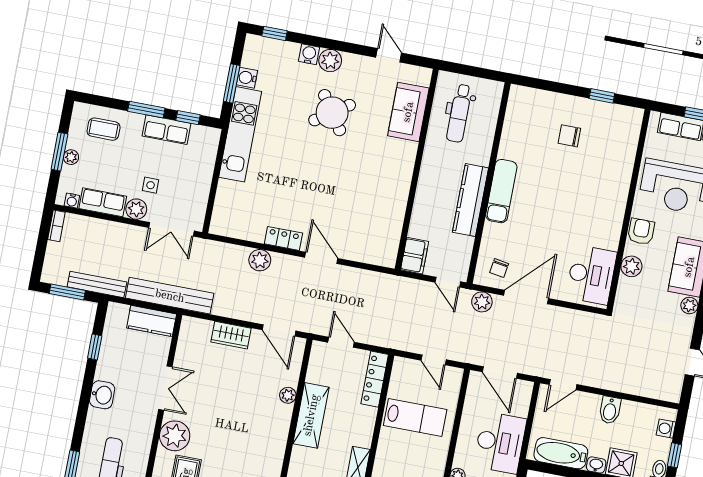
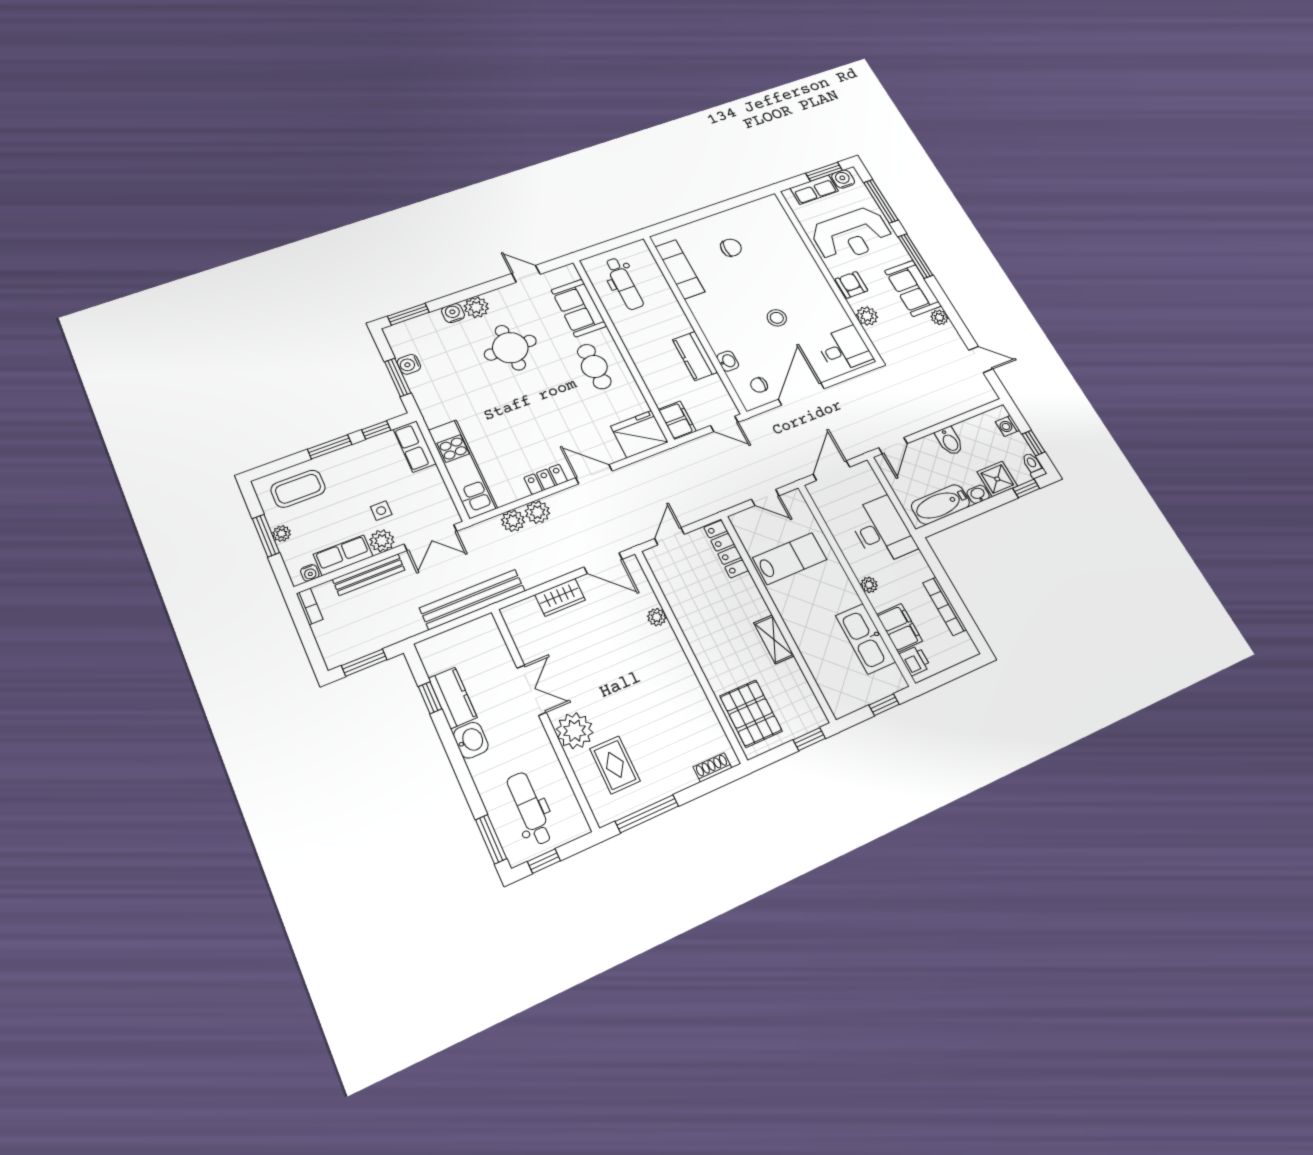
window: (275, 33) -> (408, 314), width x1.50
window: (602, 96) -> (732, 203), removed
round table: (332, 113) -> (510, 348), turned 34
coffee table: (104, 129) -> (298, 489), width x1.36, depth x1.30
row of seats: (167, 130) -> (415, 446), moved, turned 90
kitchen unit: (240, 134) -> (463, 469), moved
chair: (569, 136) -> (731, 248), turned 180
cafe table: (384, 170) -> (594, 367), added
exam couch: (501, 191) -> (680, 269), moved
kitchen counter: (470, 200) -> (695, 356), width x0.67
stool: (558, 221) -> (777, 318), added
washbasin: (490, 233) -> (728, 361), added
fridge: (378, 248) -> (639, 434), added
chair: (499, 268) -> (759, 385), turned 81
desk: (591, 275) -> (844, 349), width x0.73
bench: (97, 284) -> (369, 575), moved
plant: (482, 302) -> (513, 521), moved
kitchen counter: (152, 321) -> (453, 698), moved, turned -90
door: (341, 342) -> (670, 536), hinge flipped
door: (500, 373) -> (831, 471), swing flipped
shelving: (311, 415) -> (693, 621), removed

